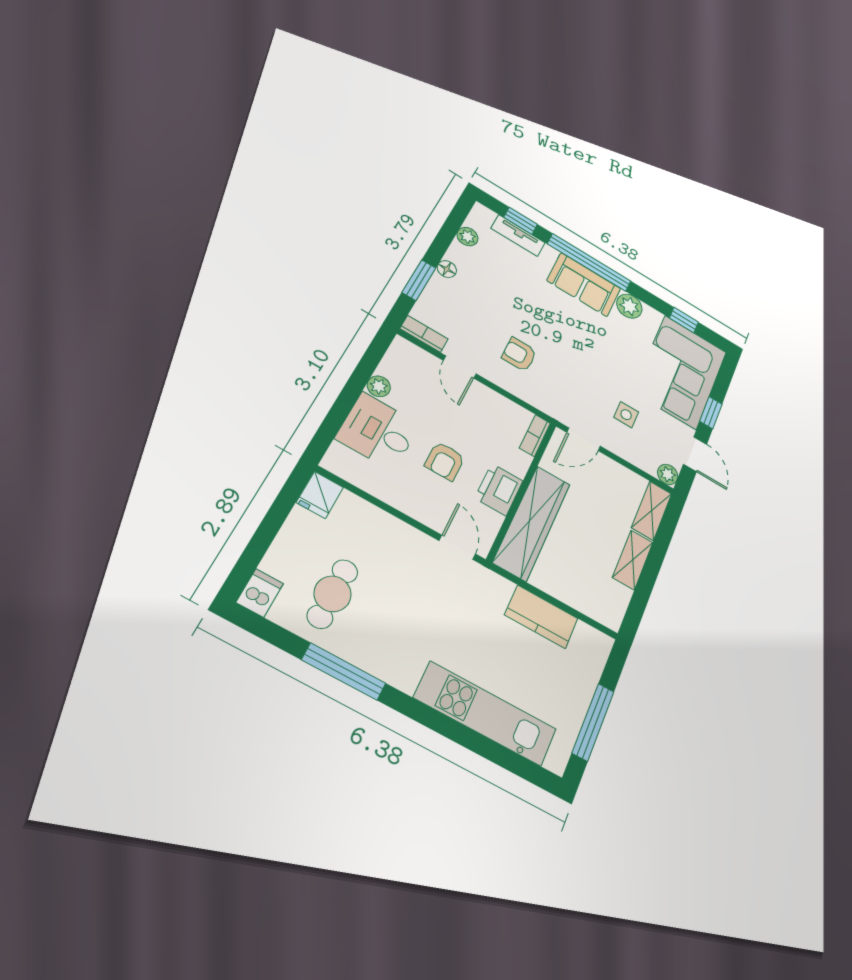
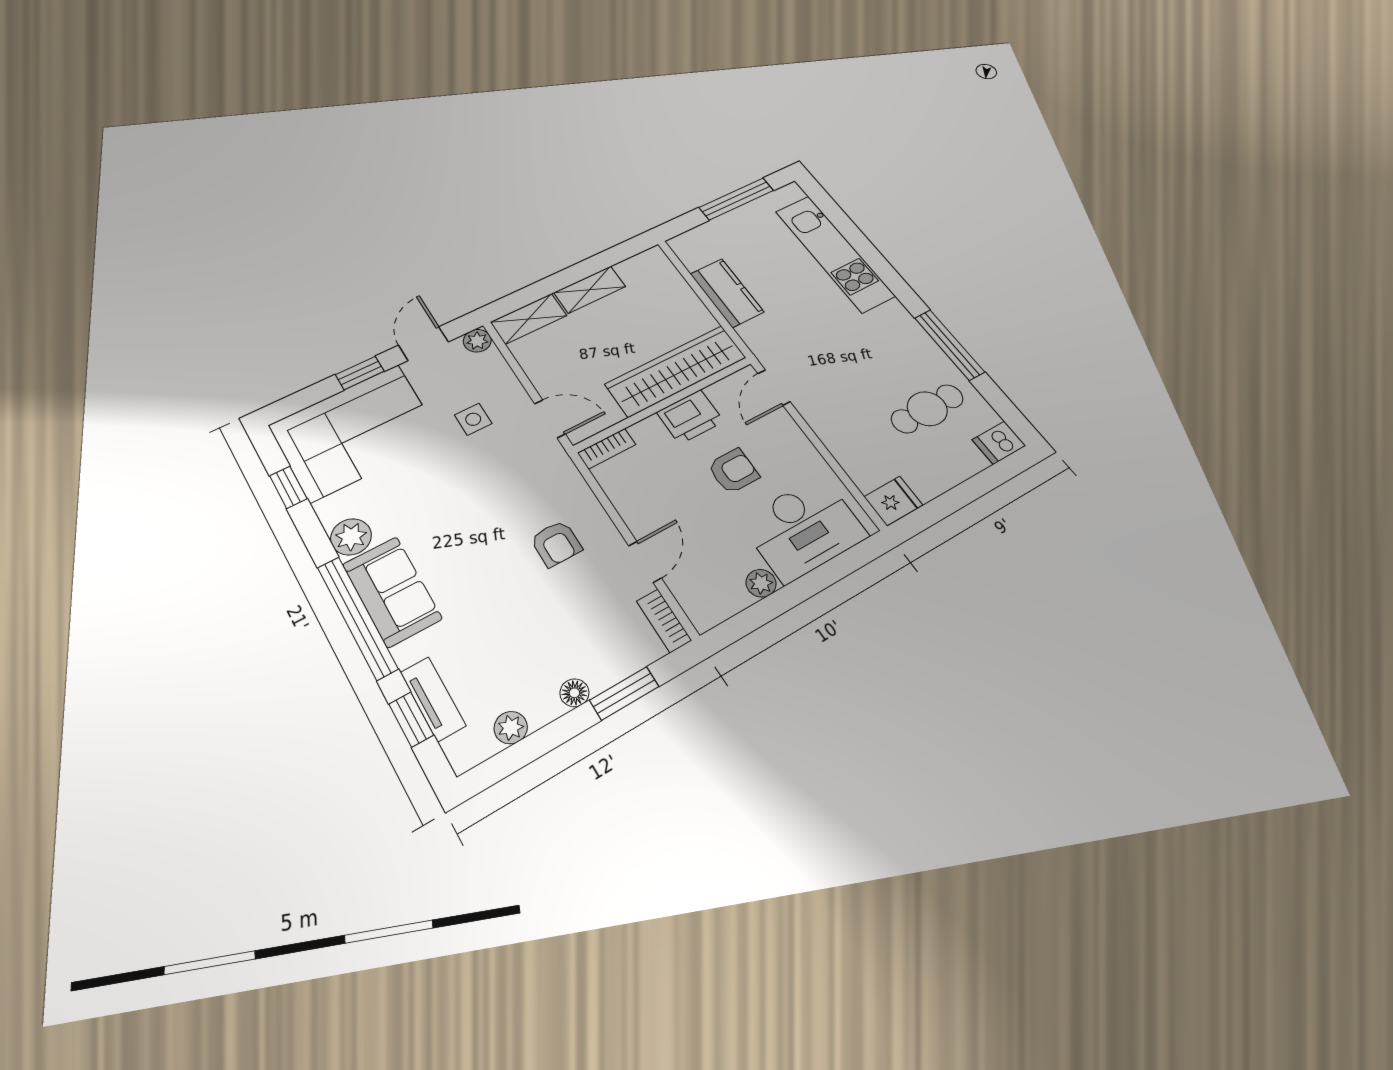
desk: (378, 431) -> (804, 528), width x1.37

